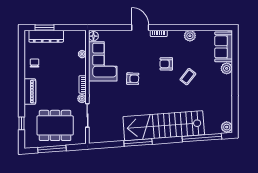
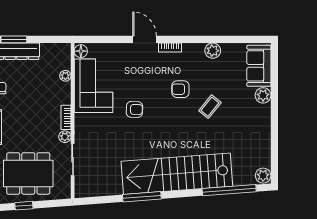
window: (52, 149) -> (24, 206), width x0.46

